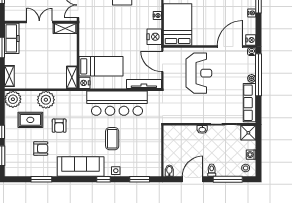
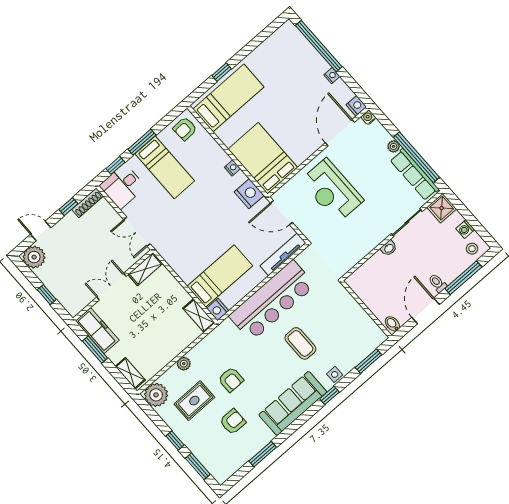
reception desk: (199, 73) -> (332, 191), turned 180
window: (258, 75) -> (416, 157), moved
plant: (46, 100) -> (184, 364), width x0.53, depth x0.53

